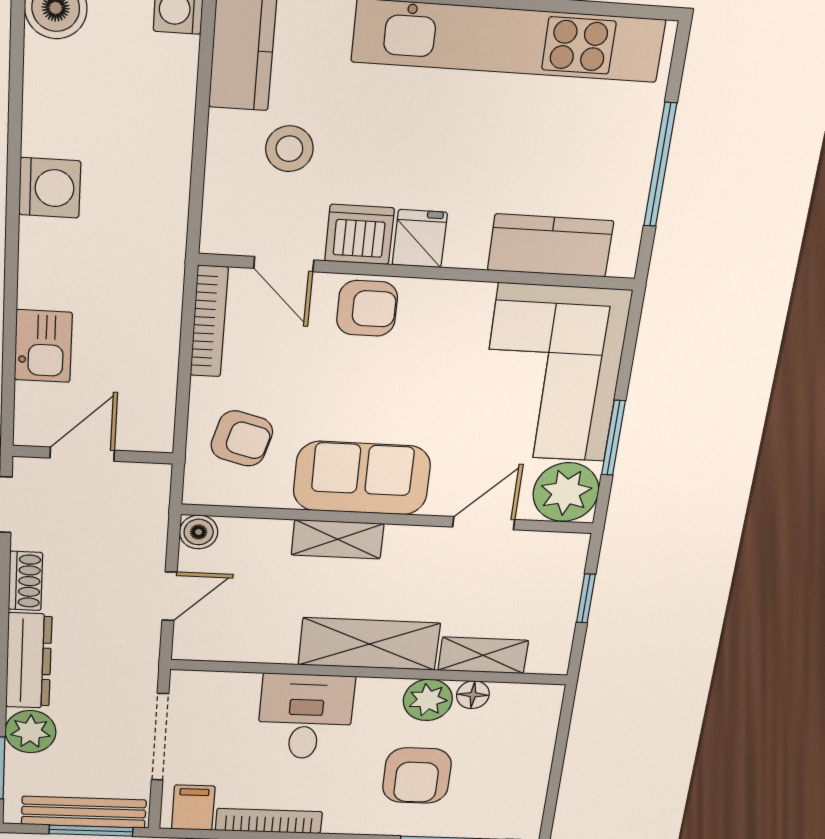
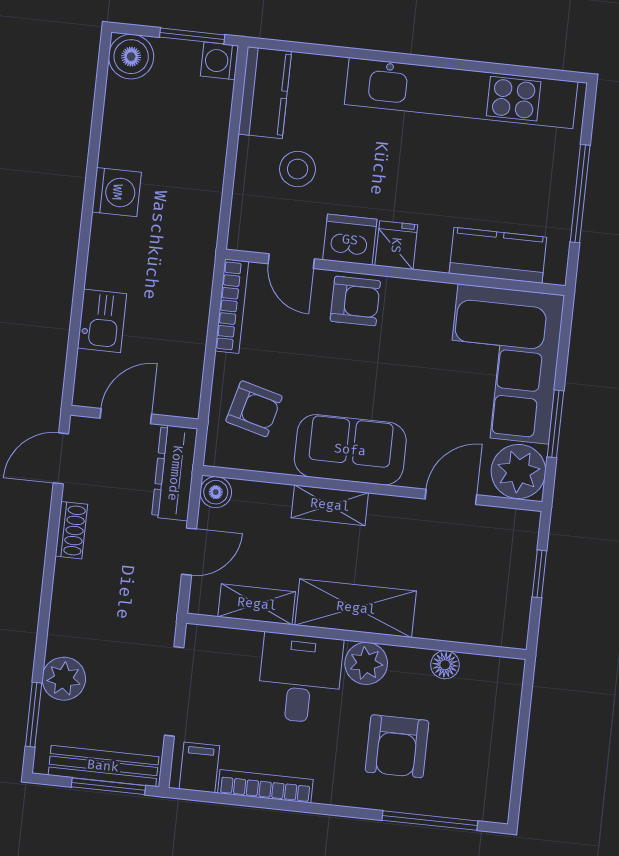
shelving: (483, 655) -> (257, 604), moved
dresser: (29, 661) -> (175, 473), moved, turned 180
plant: (428, 700) -> (366, 663), moved

